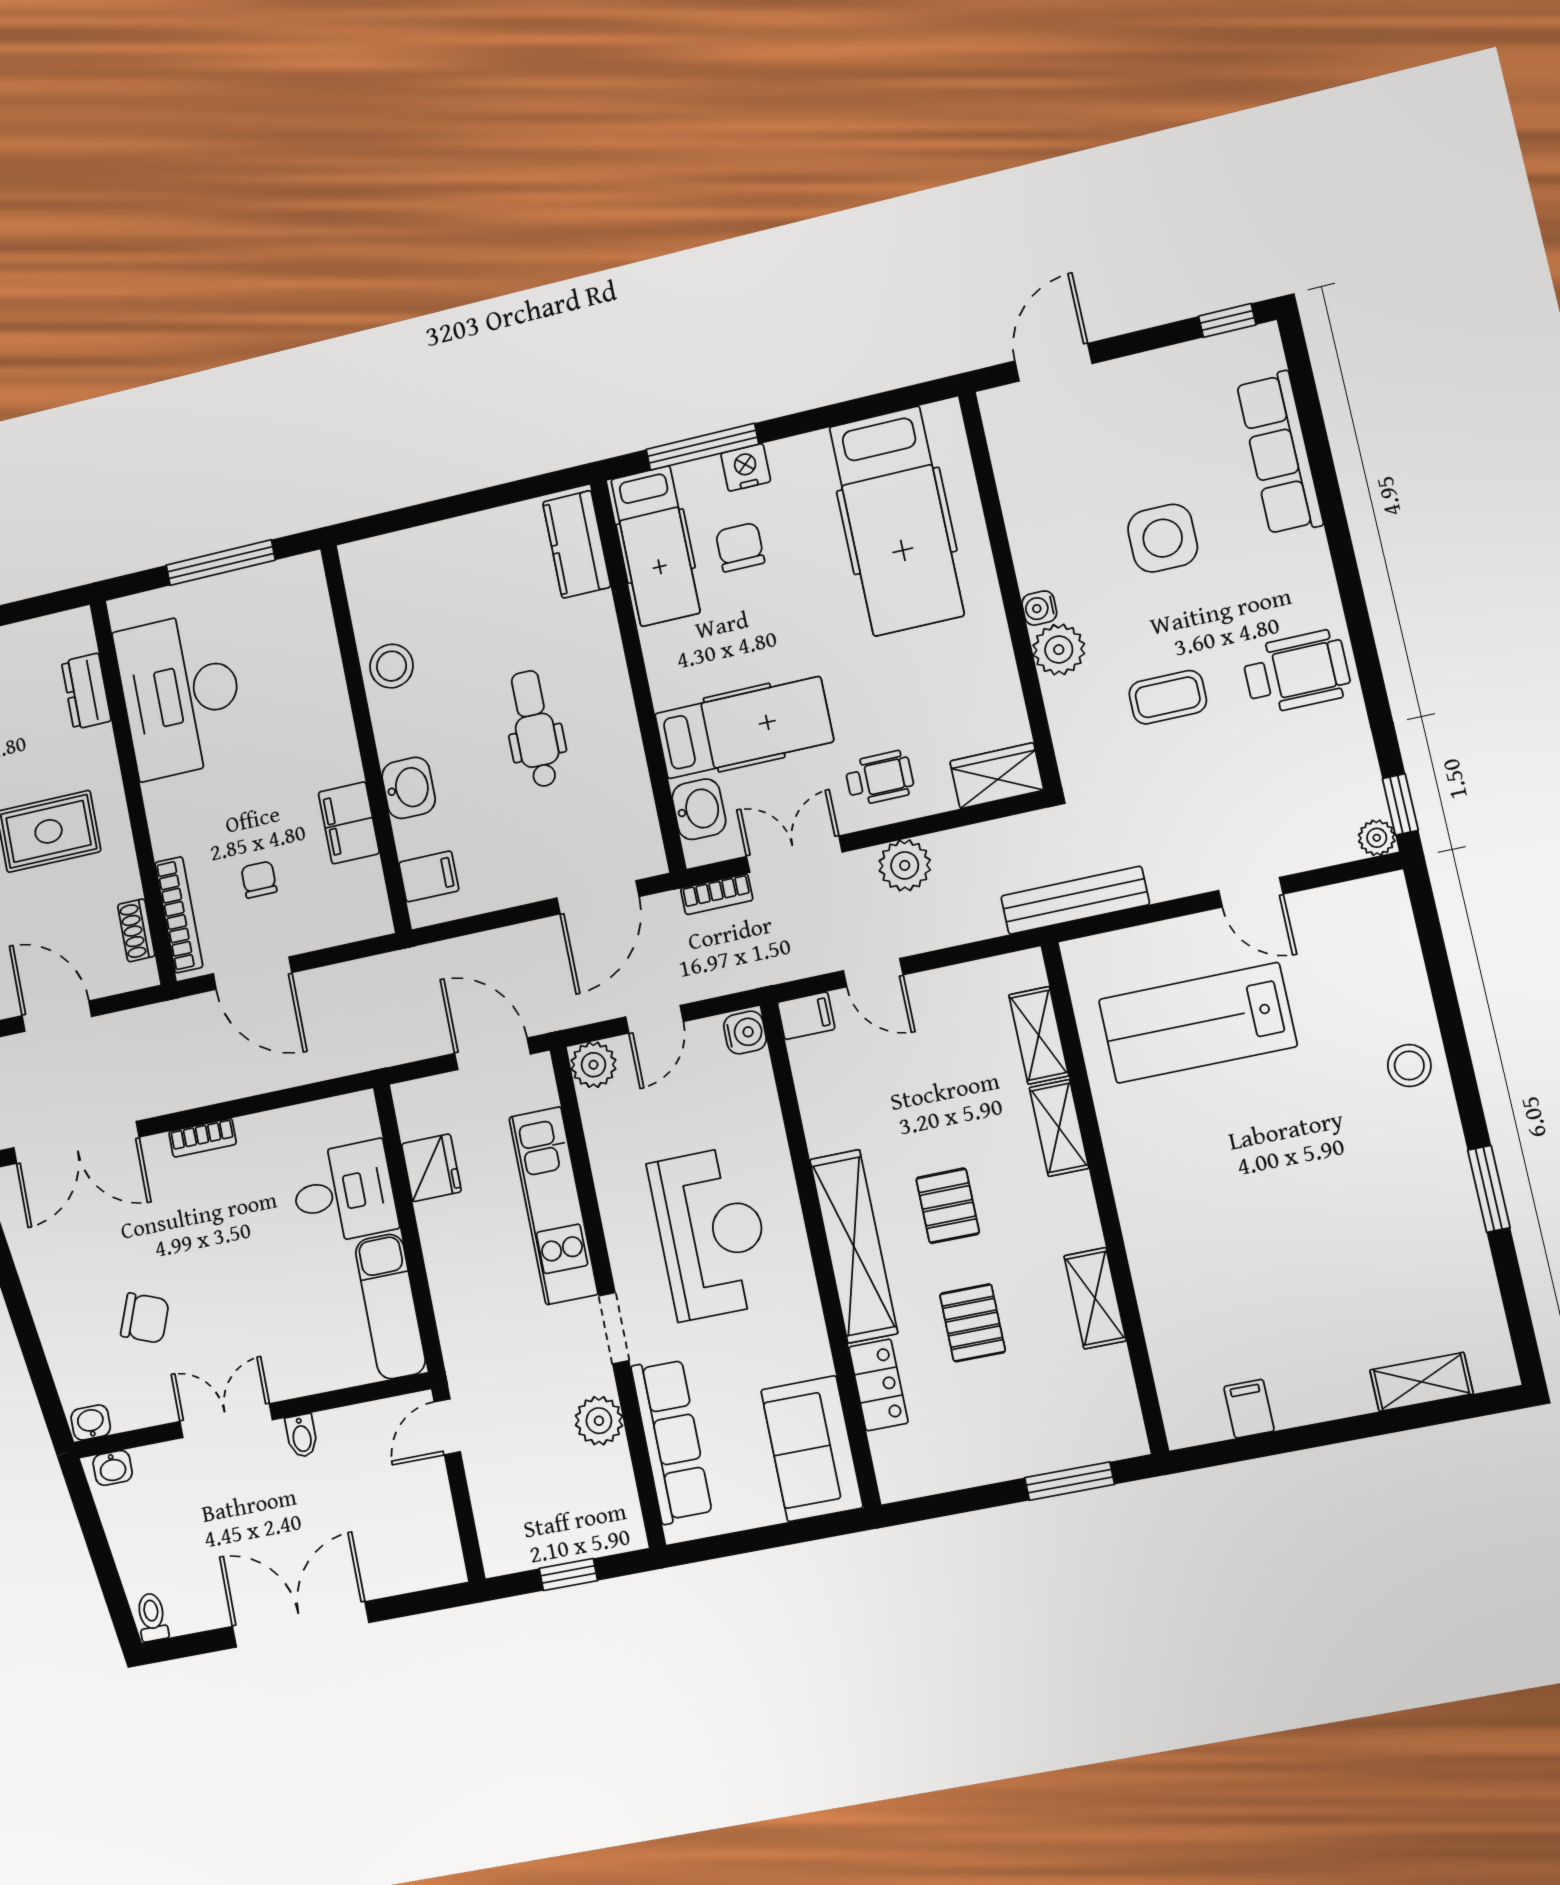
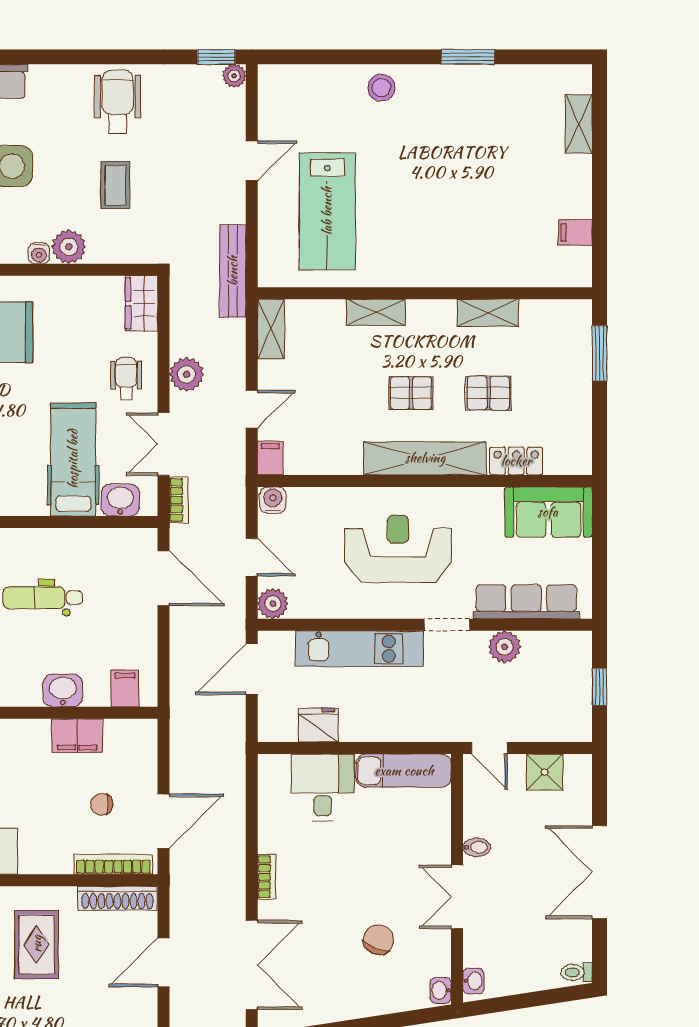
shoe rack: (136, 930) -> (117, 898), width x1.94, depth x1.24
shelving: (1039, 1035) -> (271, 329), moved, turned 90
shower: (428, 1516) -> (545, 772), added

